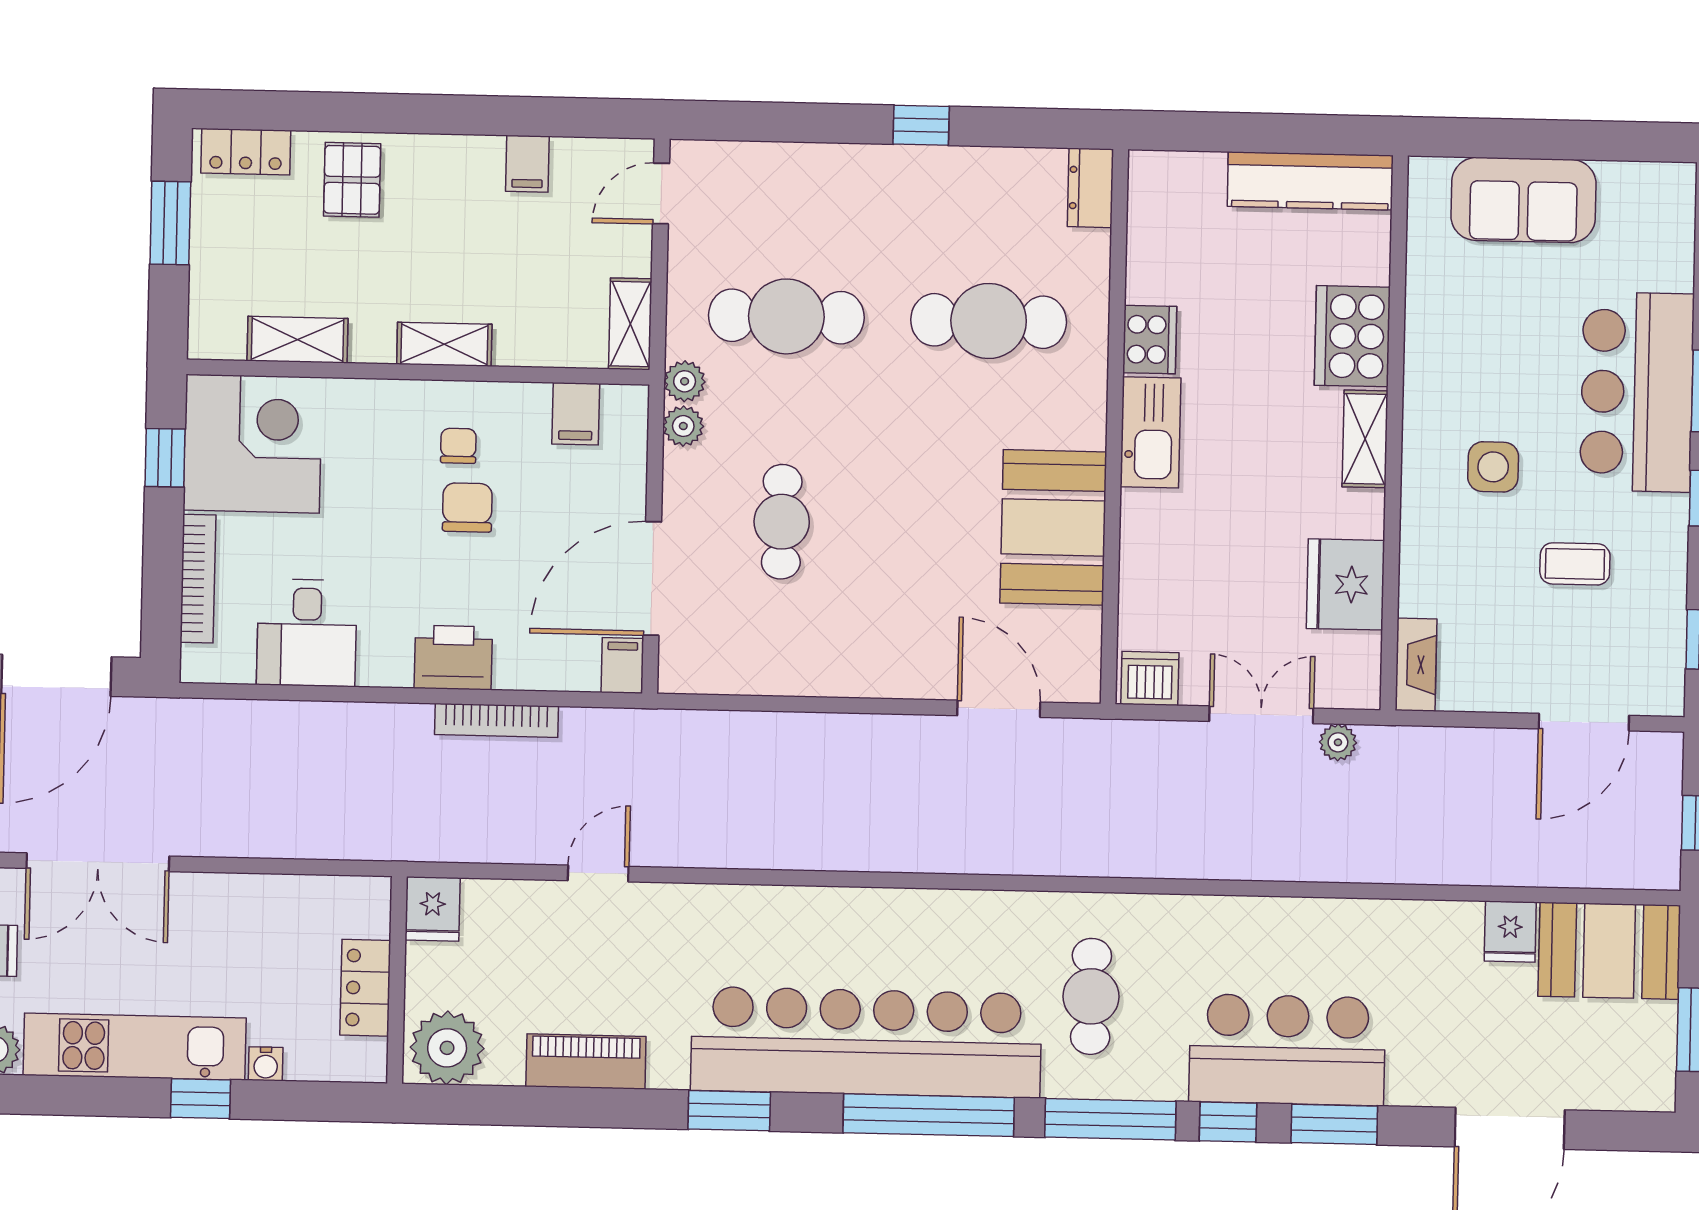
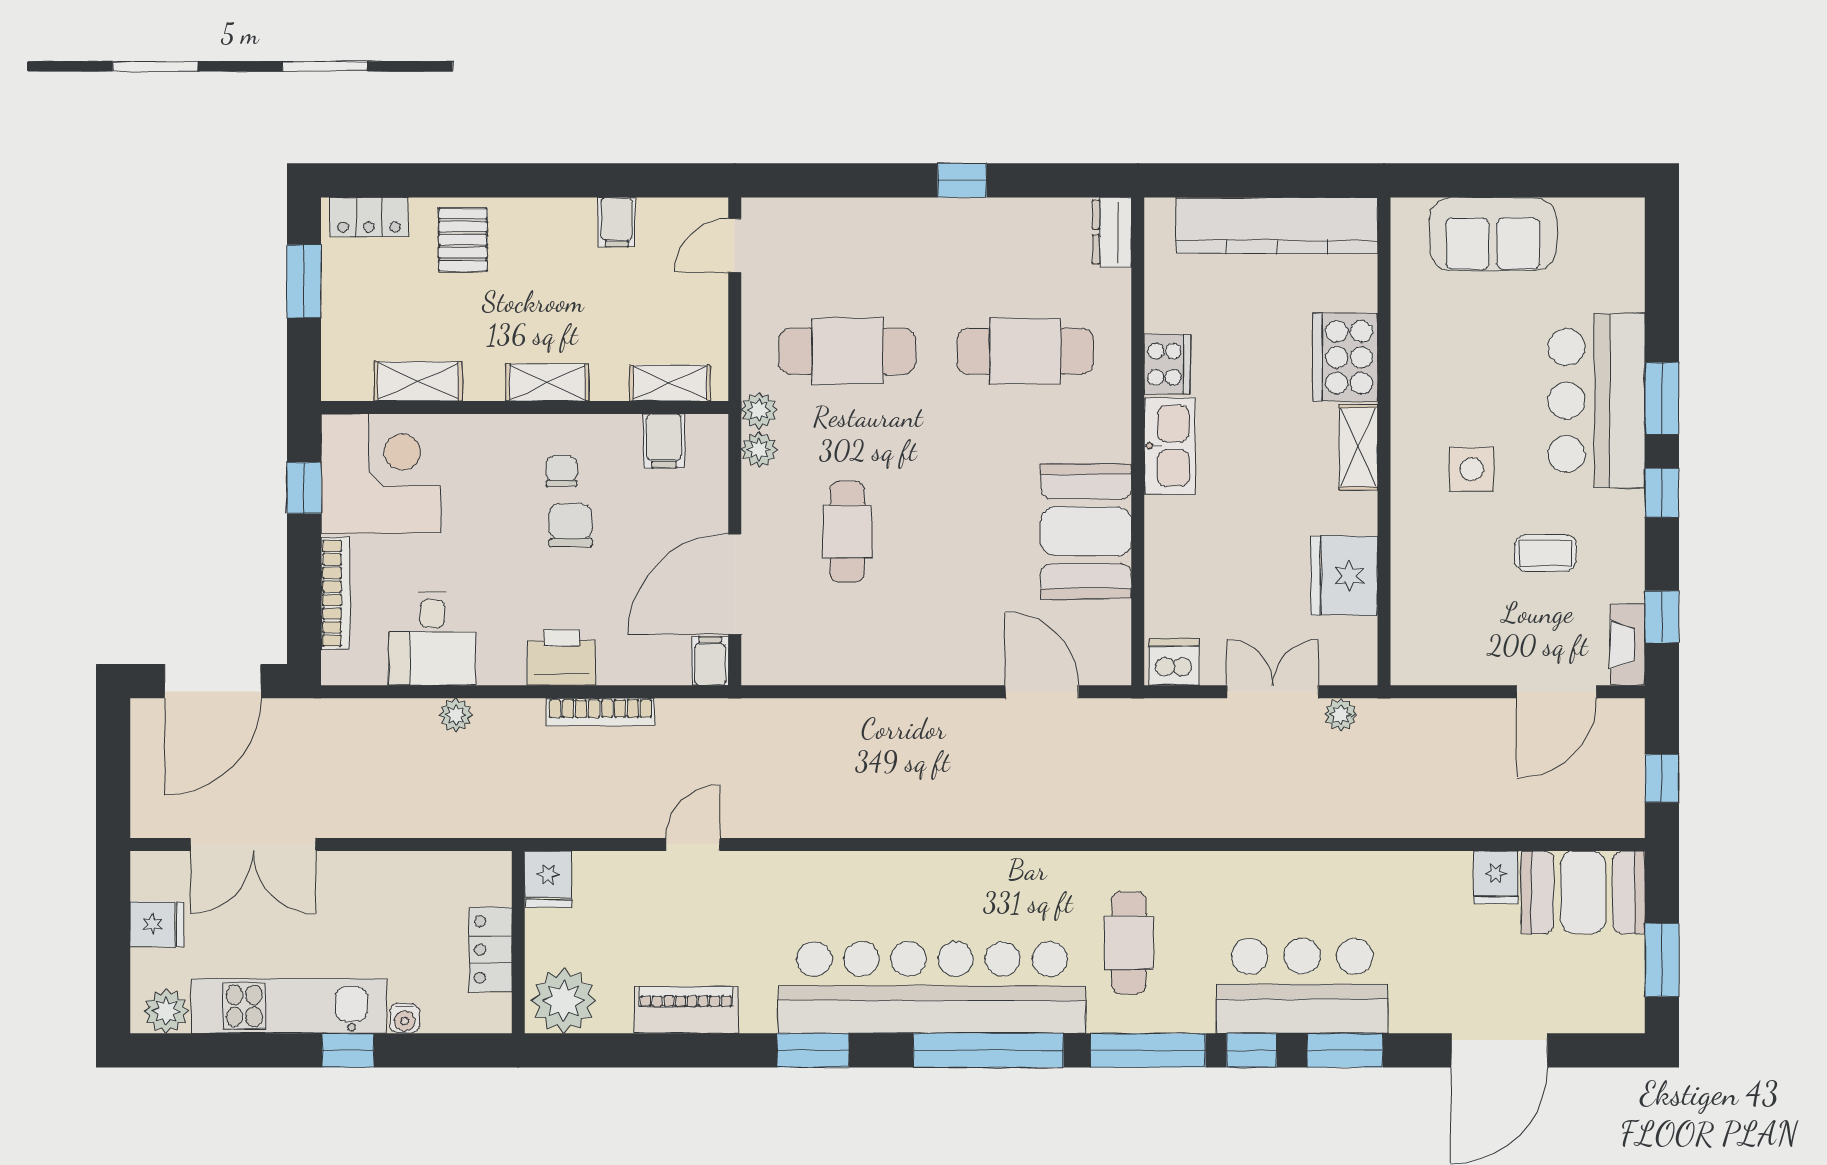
kitchen counter: (1310, 181) -> (1277, 226), width x1.39, depth x1.17
shelving: (630, 324) -> (670, 383), moved, turned 90
fireplace: (1416, 665) -> (1627, 645), moved, turned 180
plant: (332, 720) -> (456, 715), added

